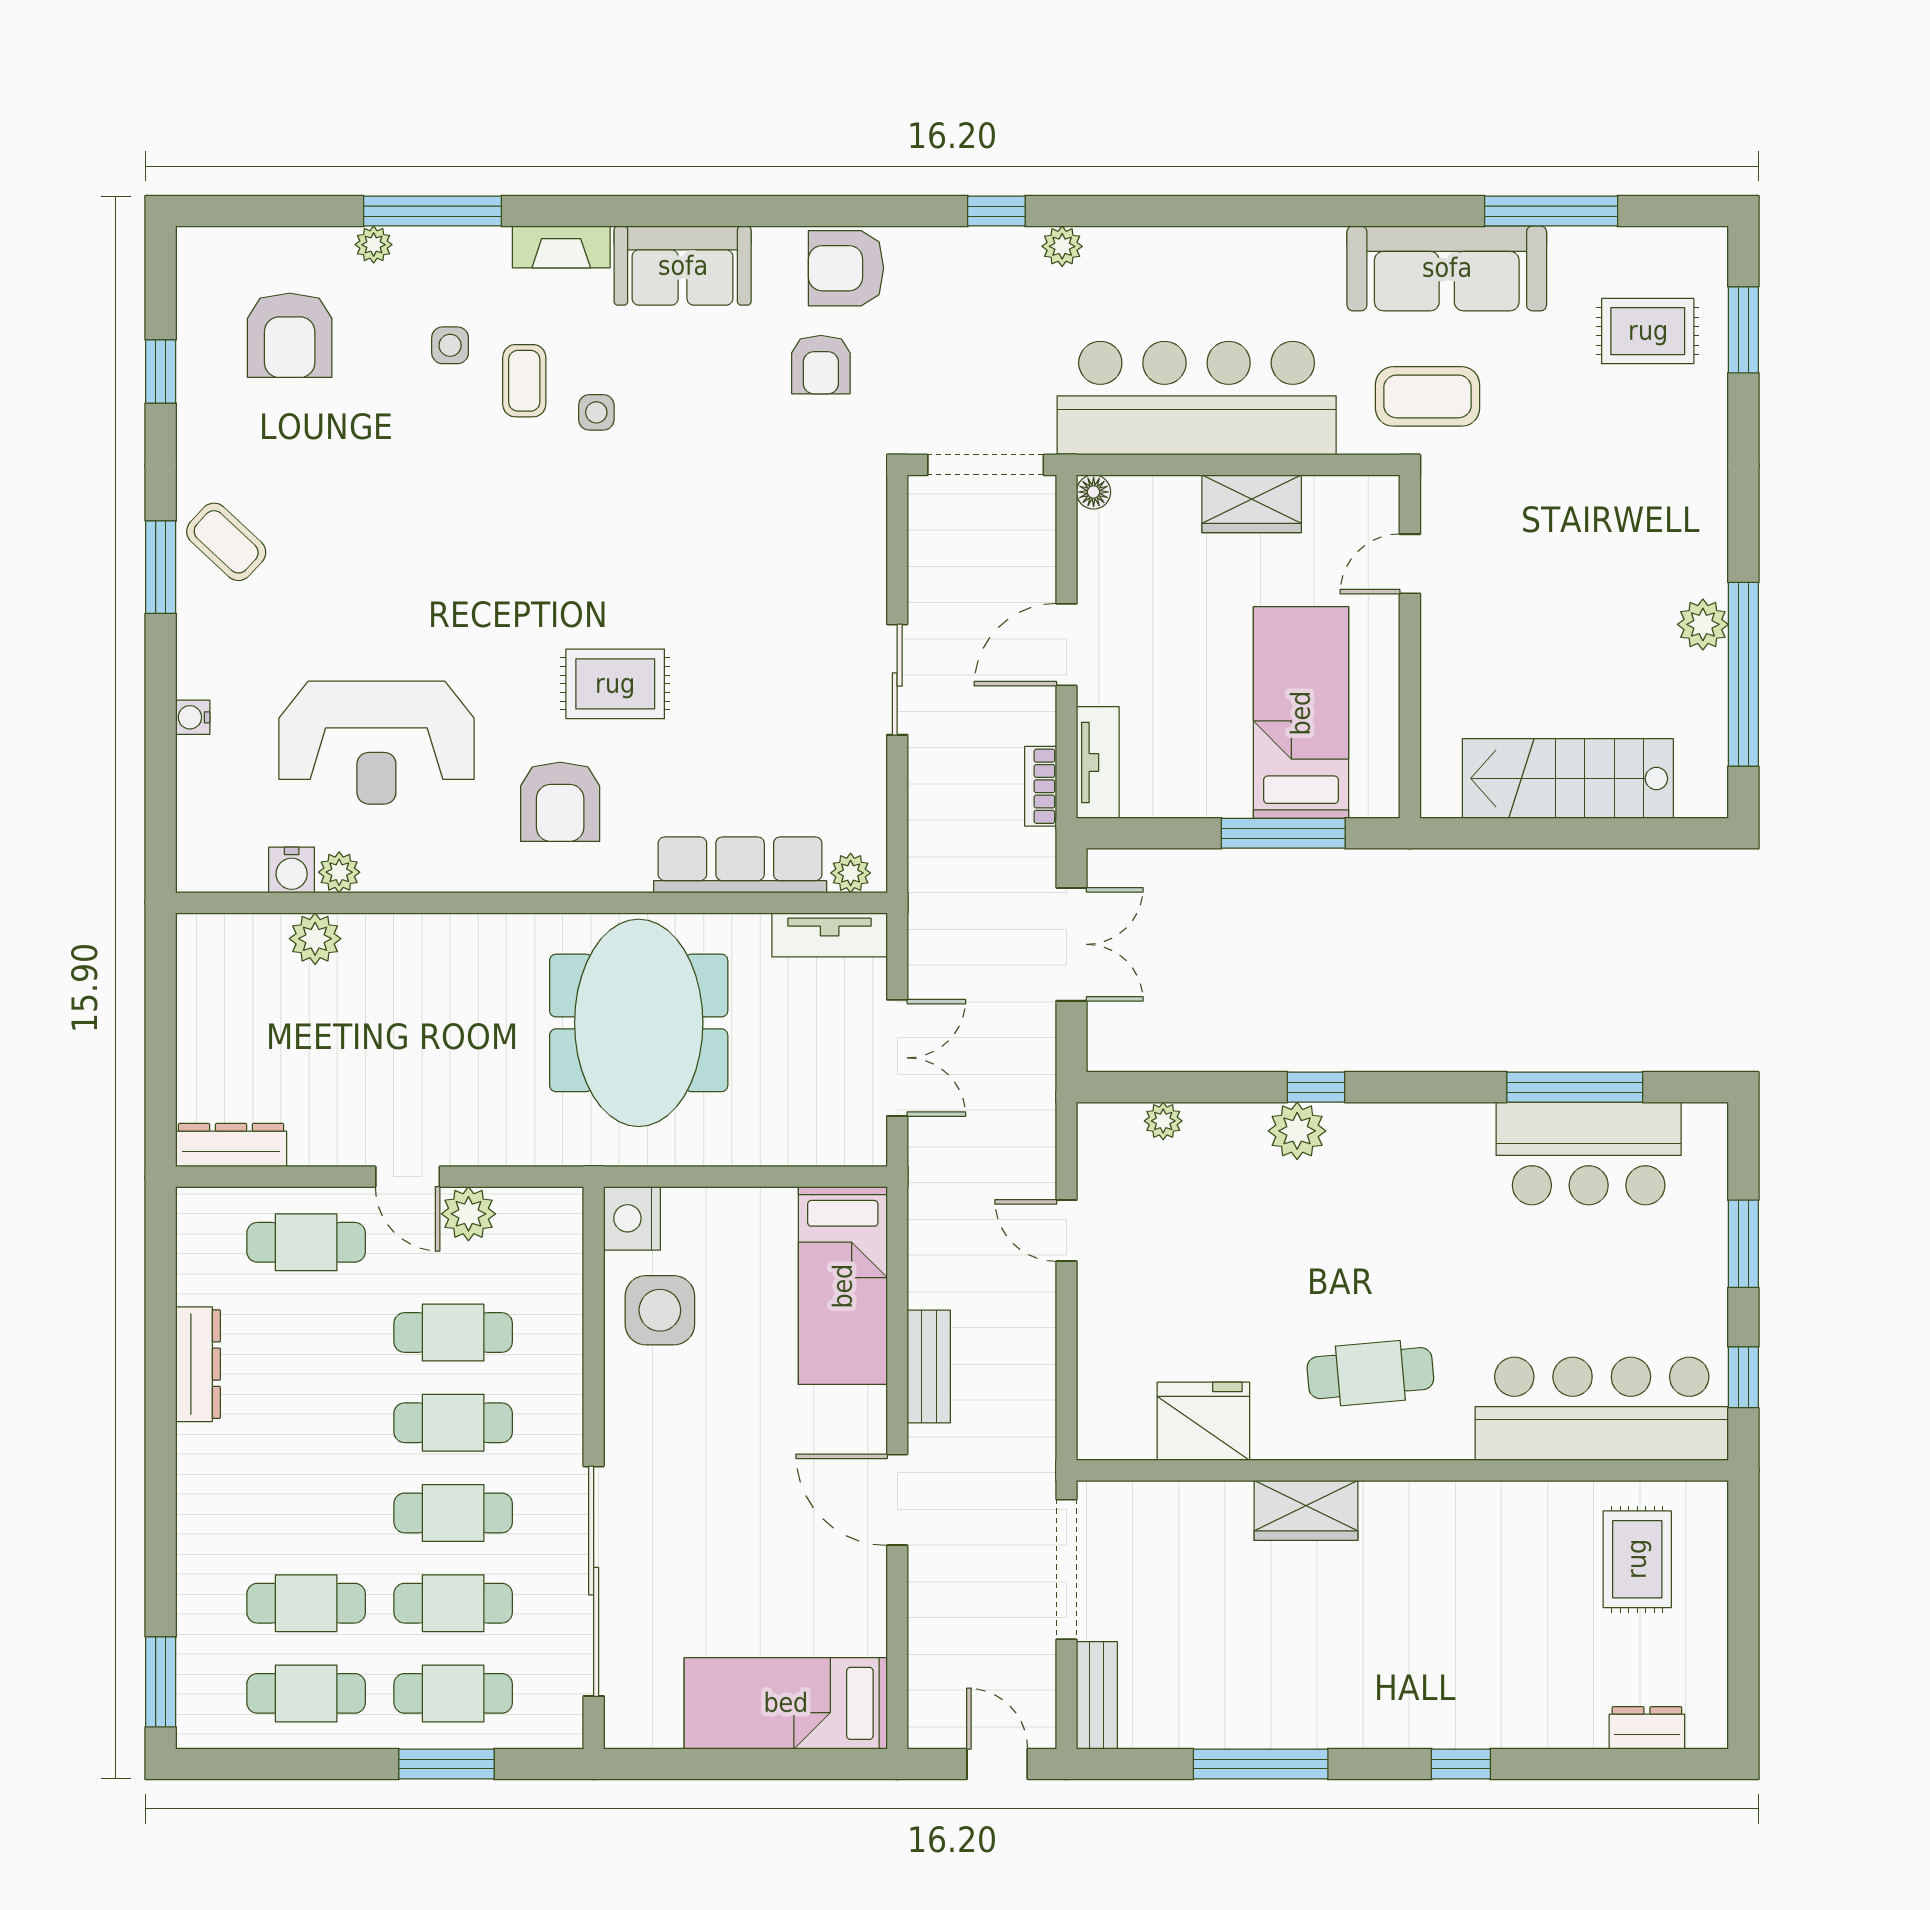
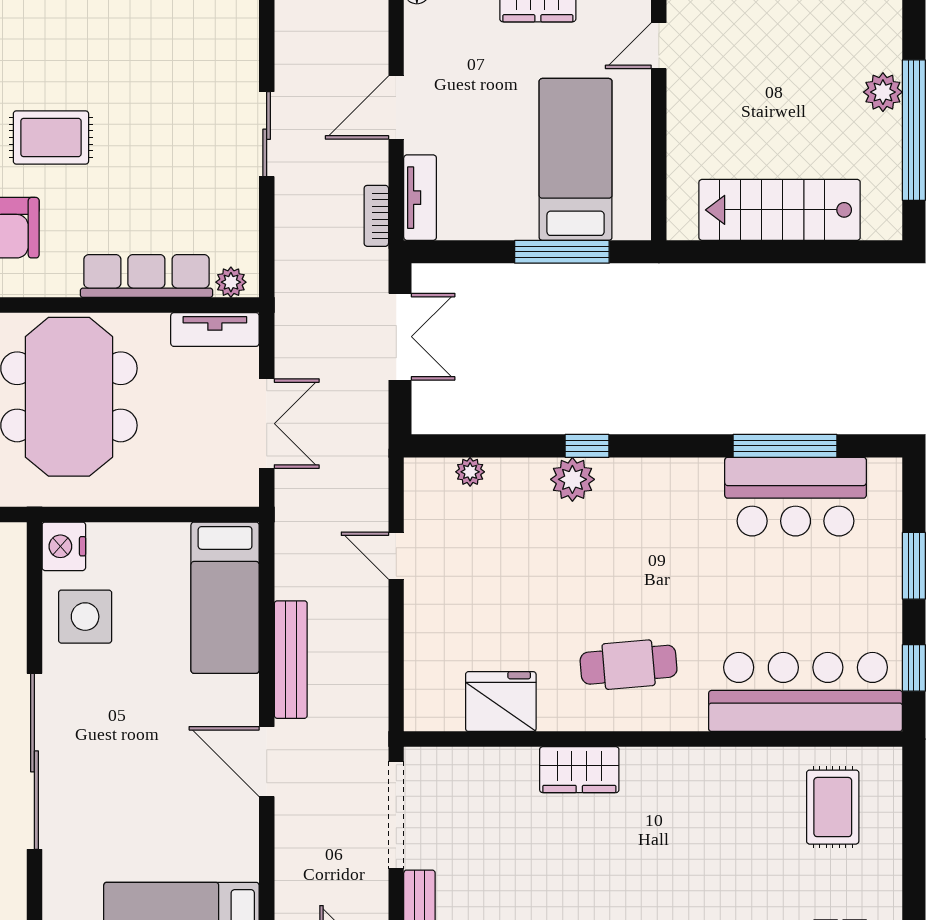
bench: (929, 1366) -> (291, 660), width x1.36
sliding door: (594, 1581) -> (34, 761), moved

